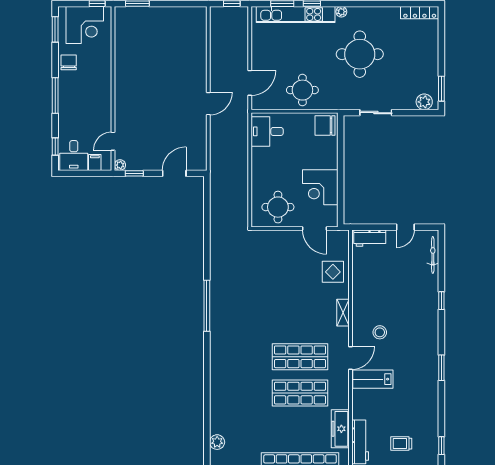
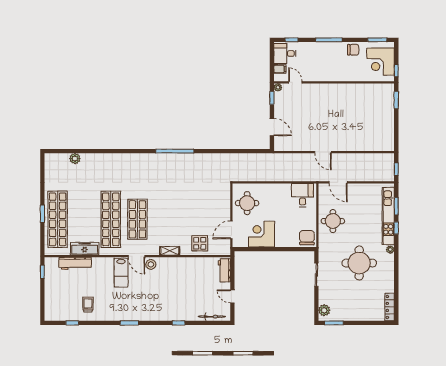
stool: (380, 332) -> (151, 264), moved
lab bench: (373, 379) -> (121, 273), turned 180
shop shelf: (300, 393) -> (111, 219), width x1.40
trolley: (401, 444) -> (88, 305), moved

